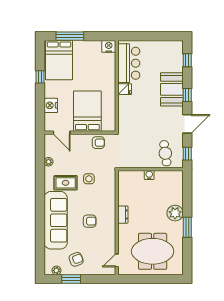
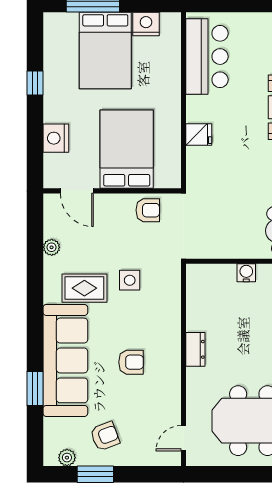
nightstand: (109, 46) -> (146, 24), moved
bed: (59, 60) -> (105, 51), moved
fridge: (125, 89) -> (199, 134), moved
window: (40, 235) -> (35, 388), added

